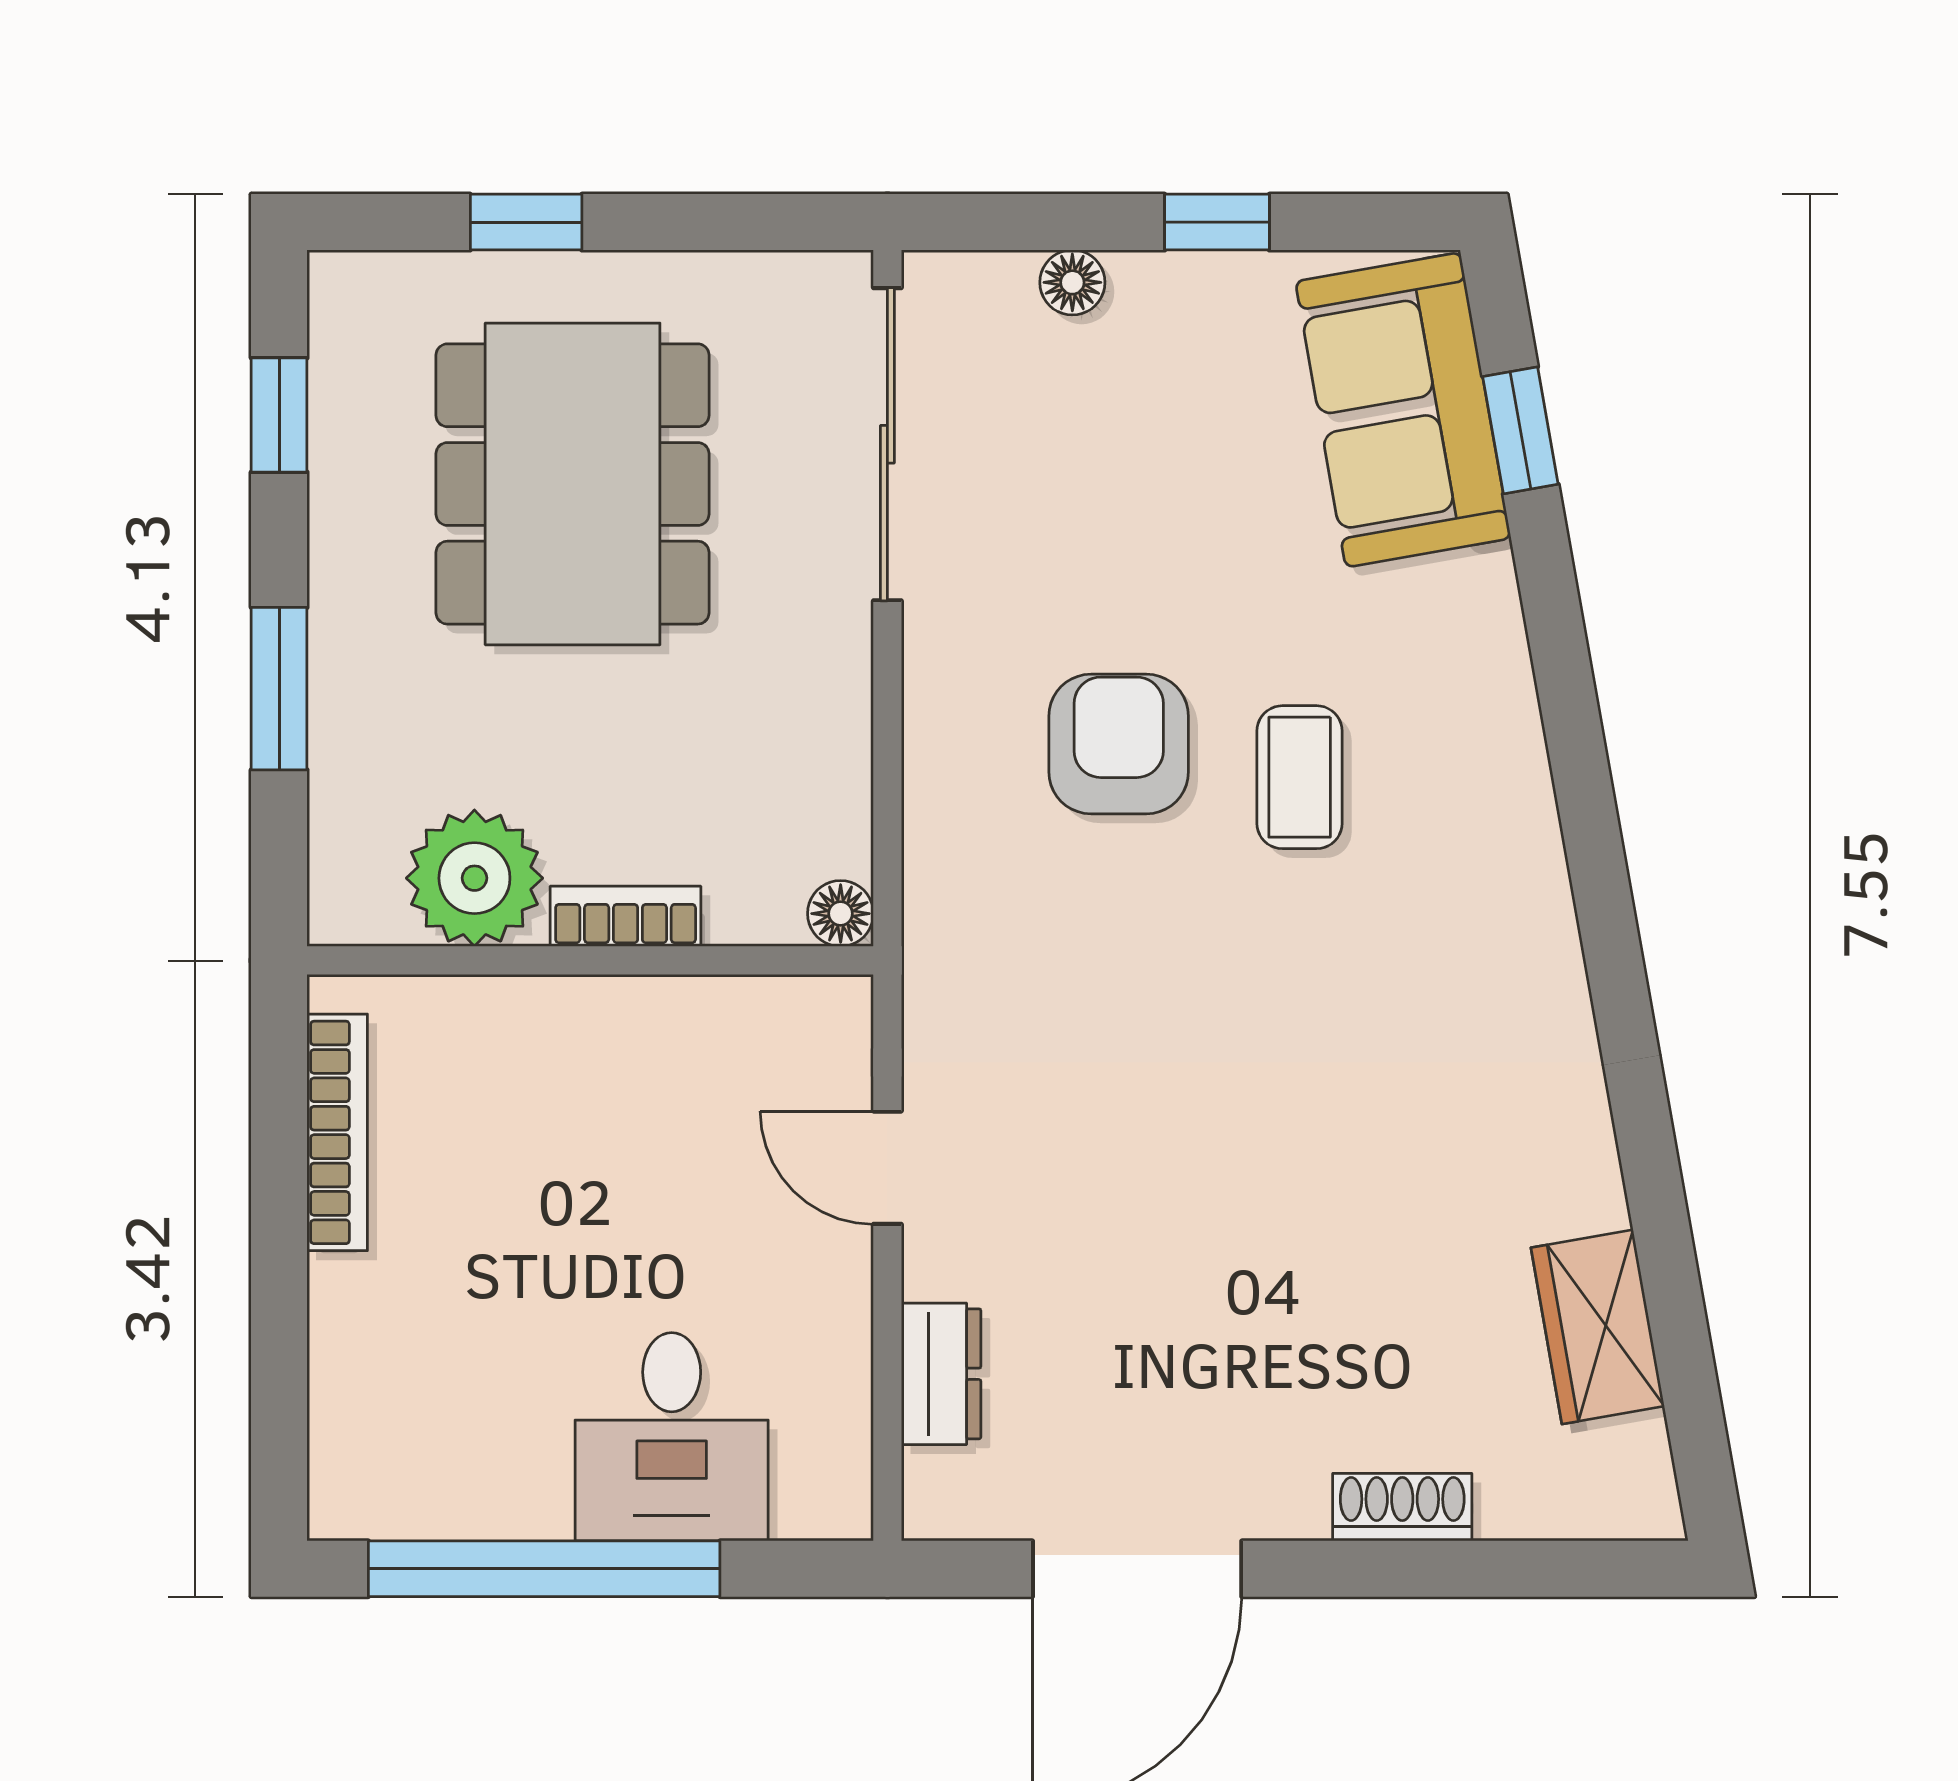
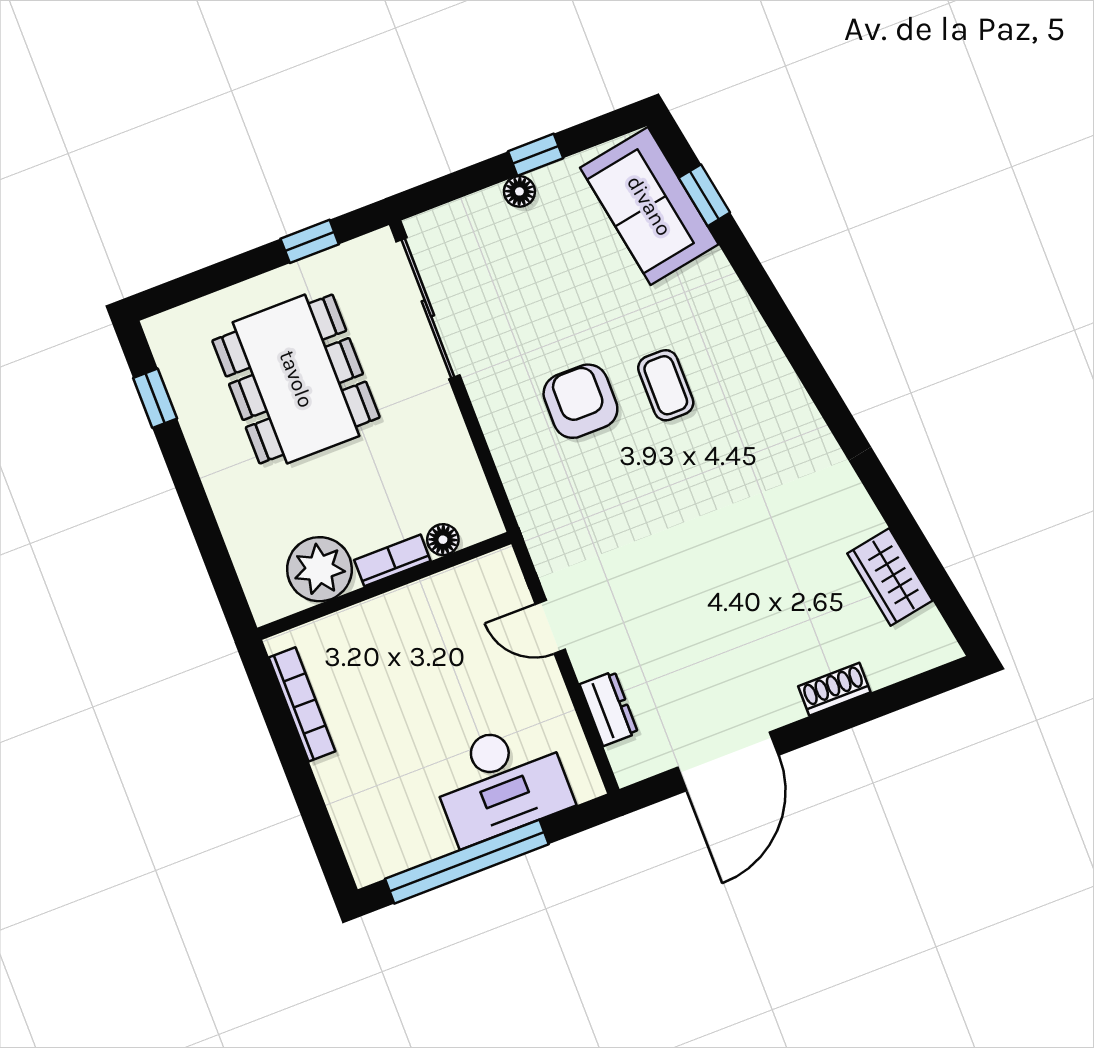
window: (526, 222) -> (310, 241), moved
floor lamp: (1072, 282) -> (519, 191), moved
window: (279, 689) -> (201, 519), removed
floor lamp: (841, 914) -> (443, 540), moved
desk: (672, 1437) -> (501, 782), width x1.37

